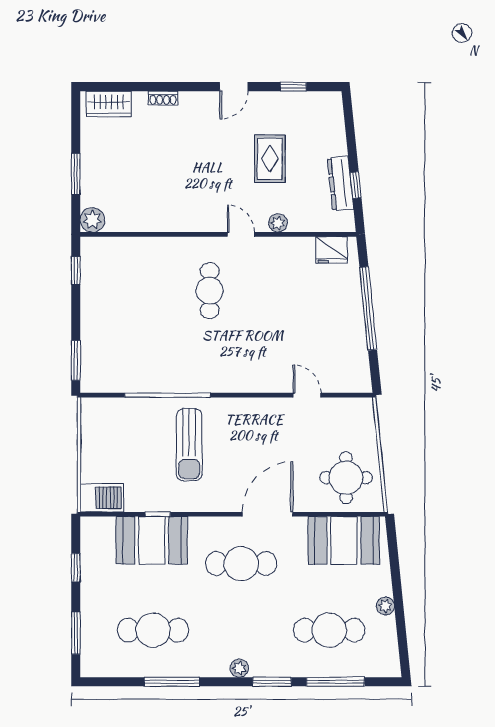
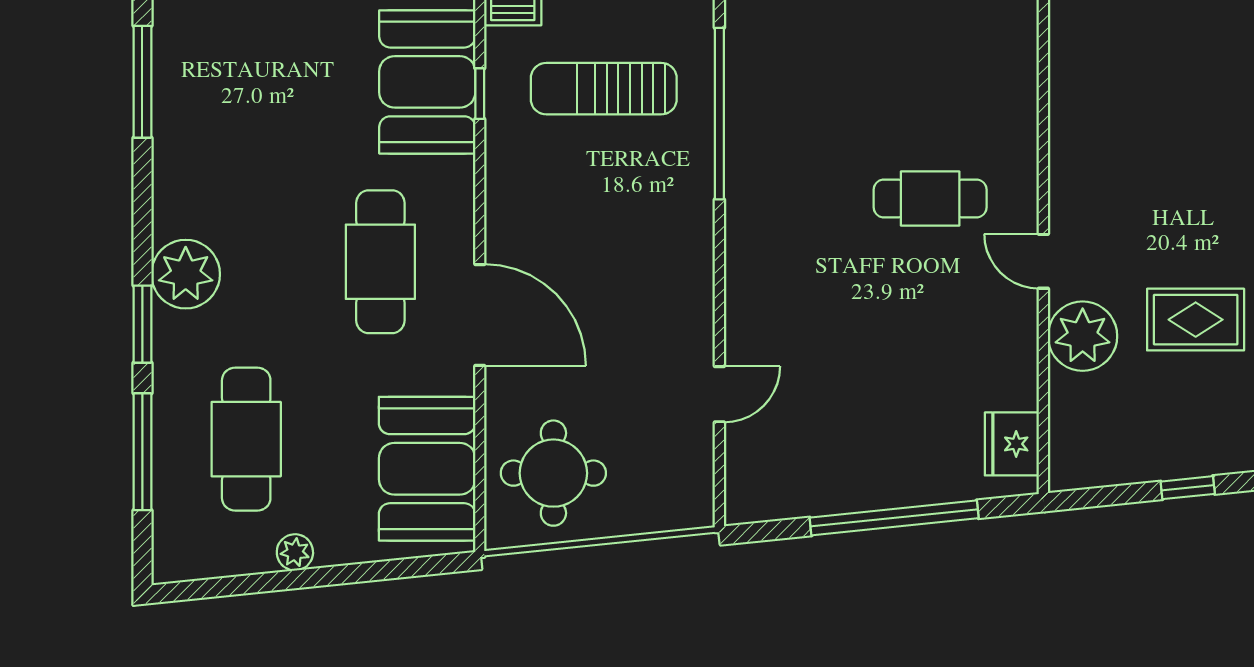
dresser: (340, 183) -> (1146, 462), removed
window: (356, 185) -> (1188, 488), moved
plant: (278, 223) -> (1083, 336), width x1.87, depth x1.87
door: (241, 234) -> (1043, 261), swing flipped
sun lounger: (189, 445) -> (604, 89), moved
cafe table: (153, 630) -> (246, 84), removed
plant: (239, 668) -> (186, 274), width x1.88, depth x1.88
window: (172, 682) -> (142, 82), moved

